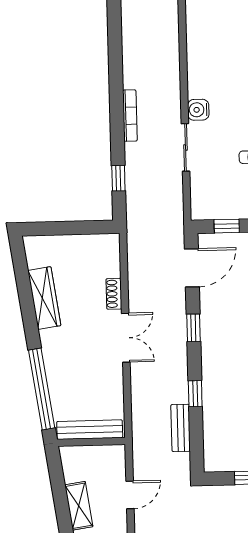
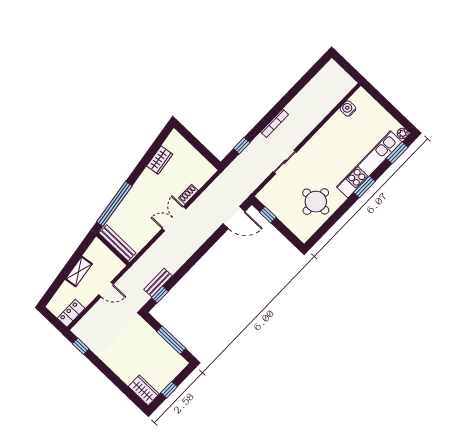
water cooler: (198, 110) -> (348, 109), moved
wardrobe: (44, 298) -> (160, 160), width x0.67
window: (193, 328) -> (208, 245), removed
double door: (126, 338) -> (174, 219), swing flipped
window: (195, 394) -> (160, 295), moved

